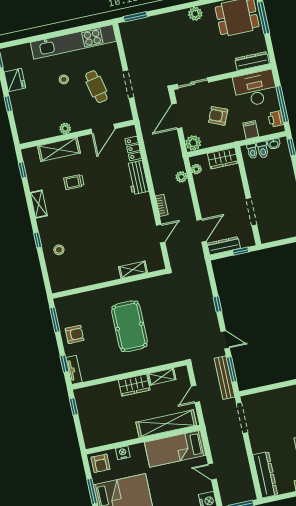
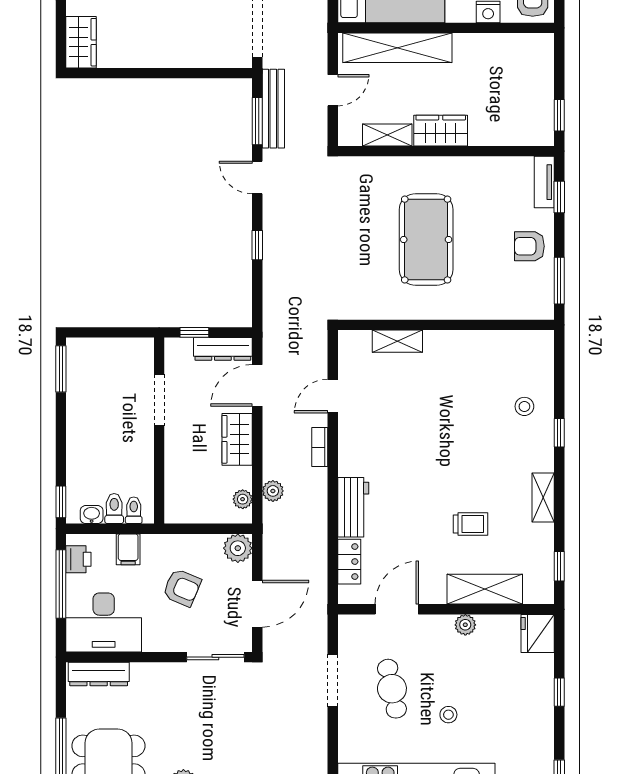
fridge: (15, 80) -> (538, 633), moved
wardrobe: (223, 158) -> (237, 439), moved, turned -90

